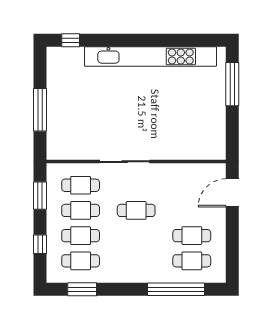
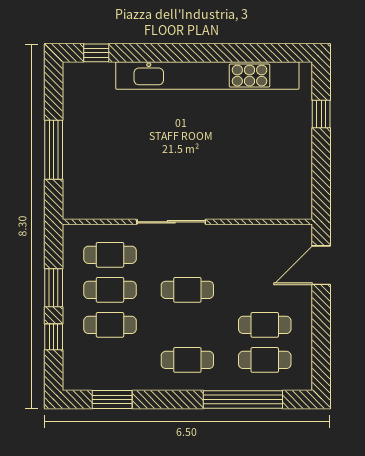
window: (232, 84) -> (321, 114), width x0.46
window: (40, 196) -> (54, 288), moved
cafe table: (81, 261) -> (187, 360), moved

